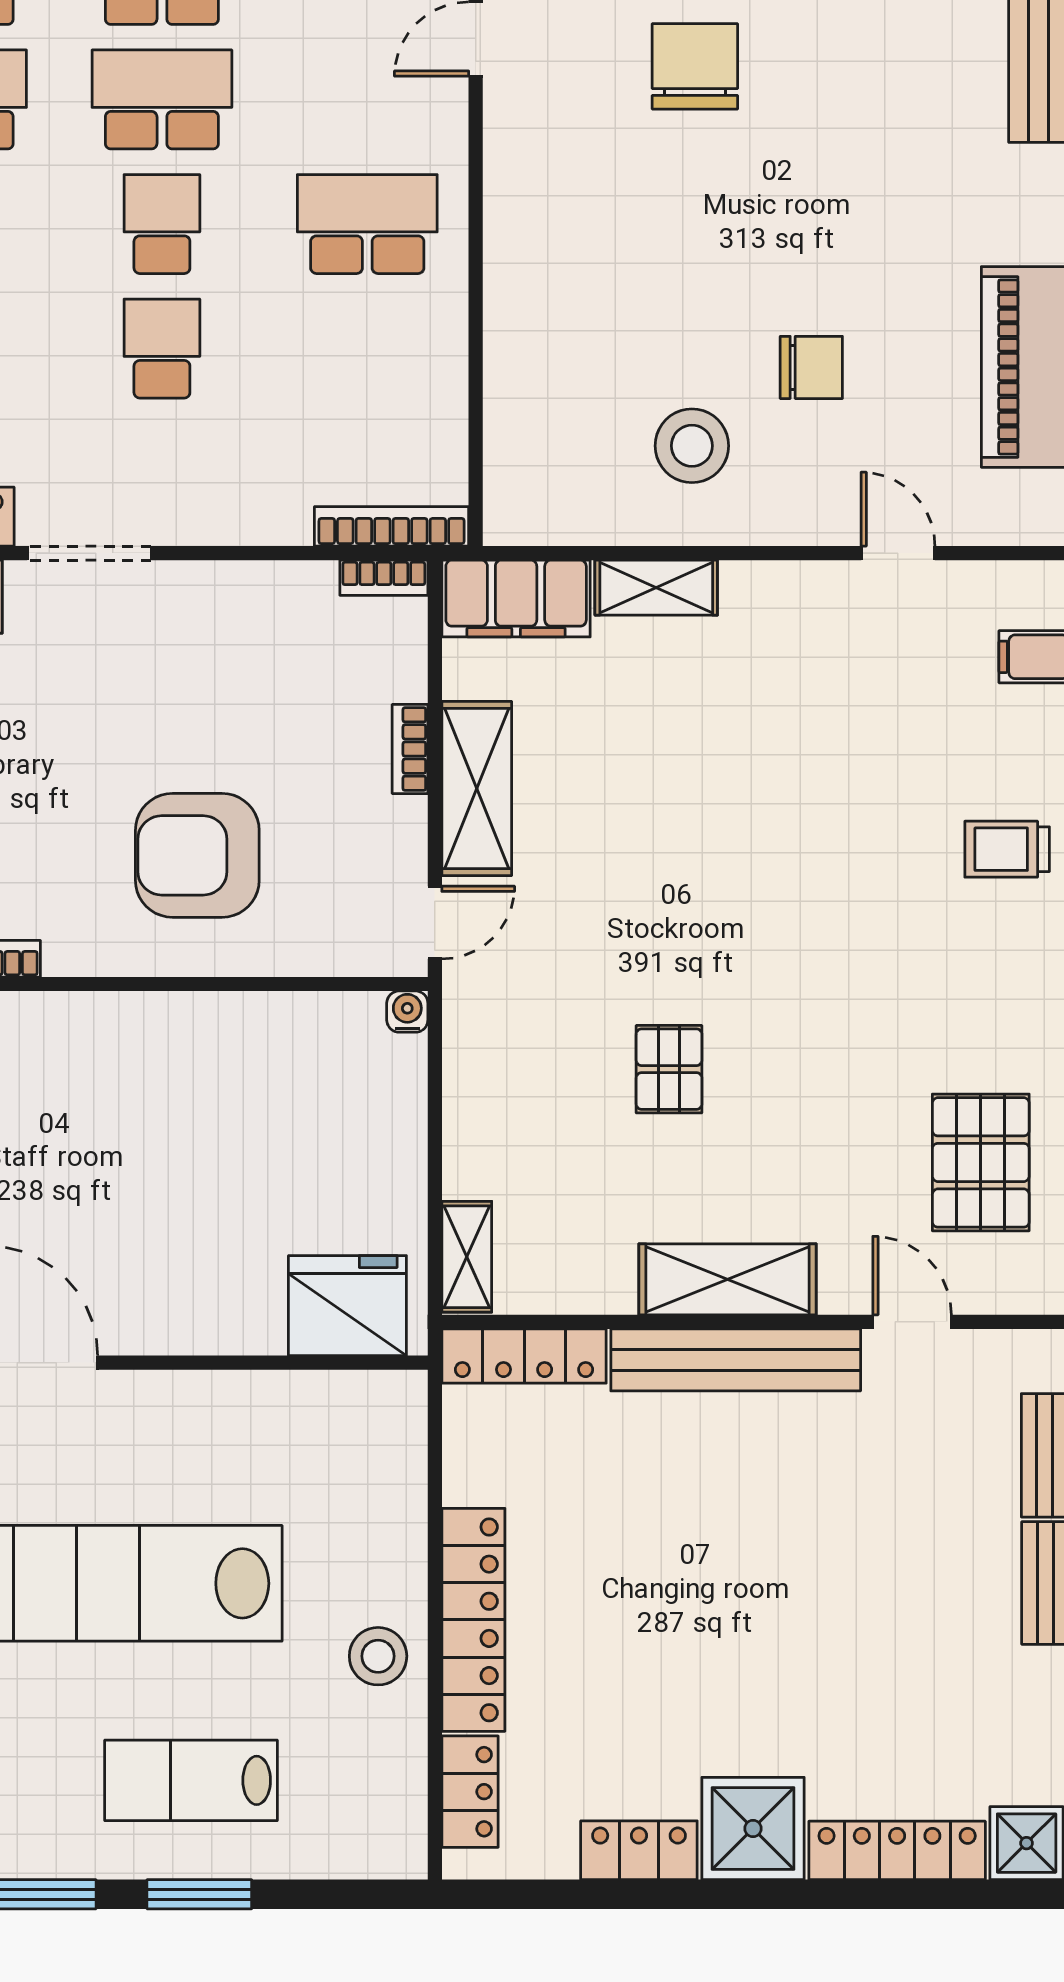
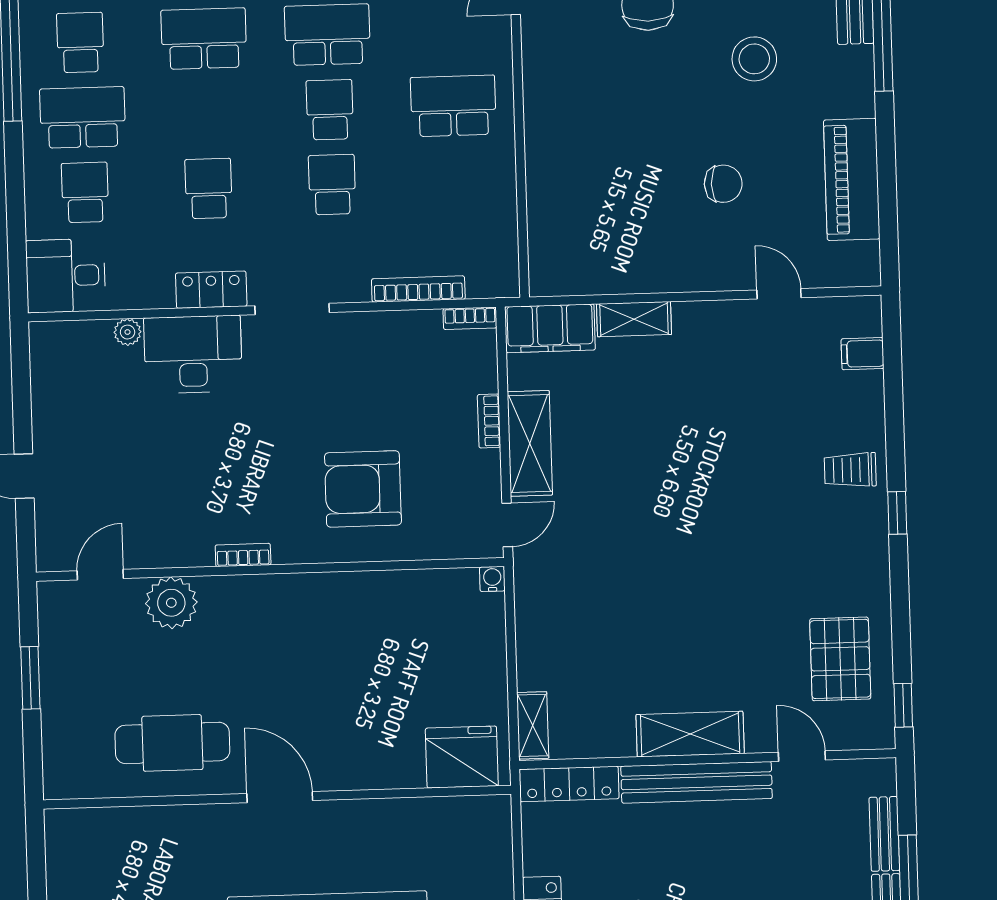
stool: (692, 446) -> (754, 59), moved
bookcase: (392, 526) -> (418, 289), moved
pallet: (669, 1069) -> (651, 609), removed

